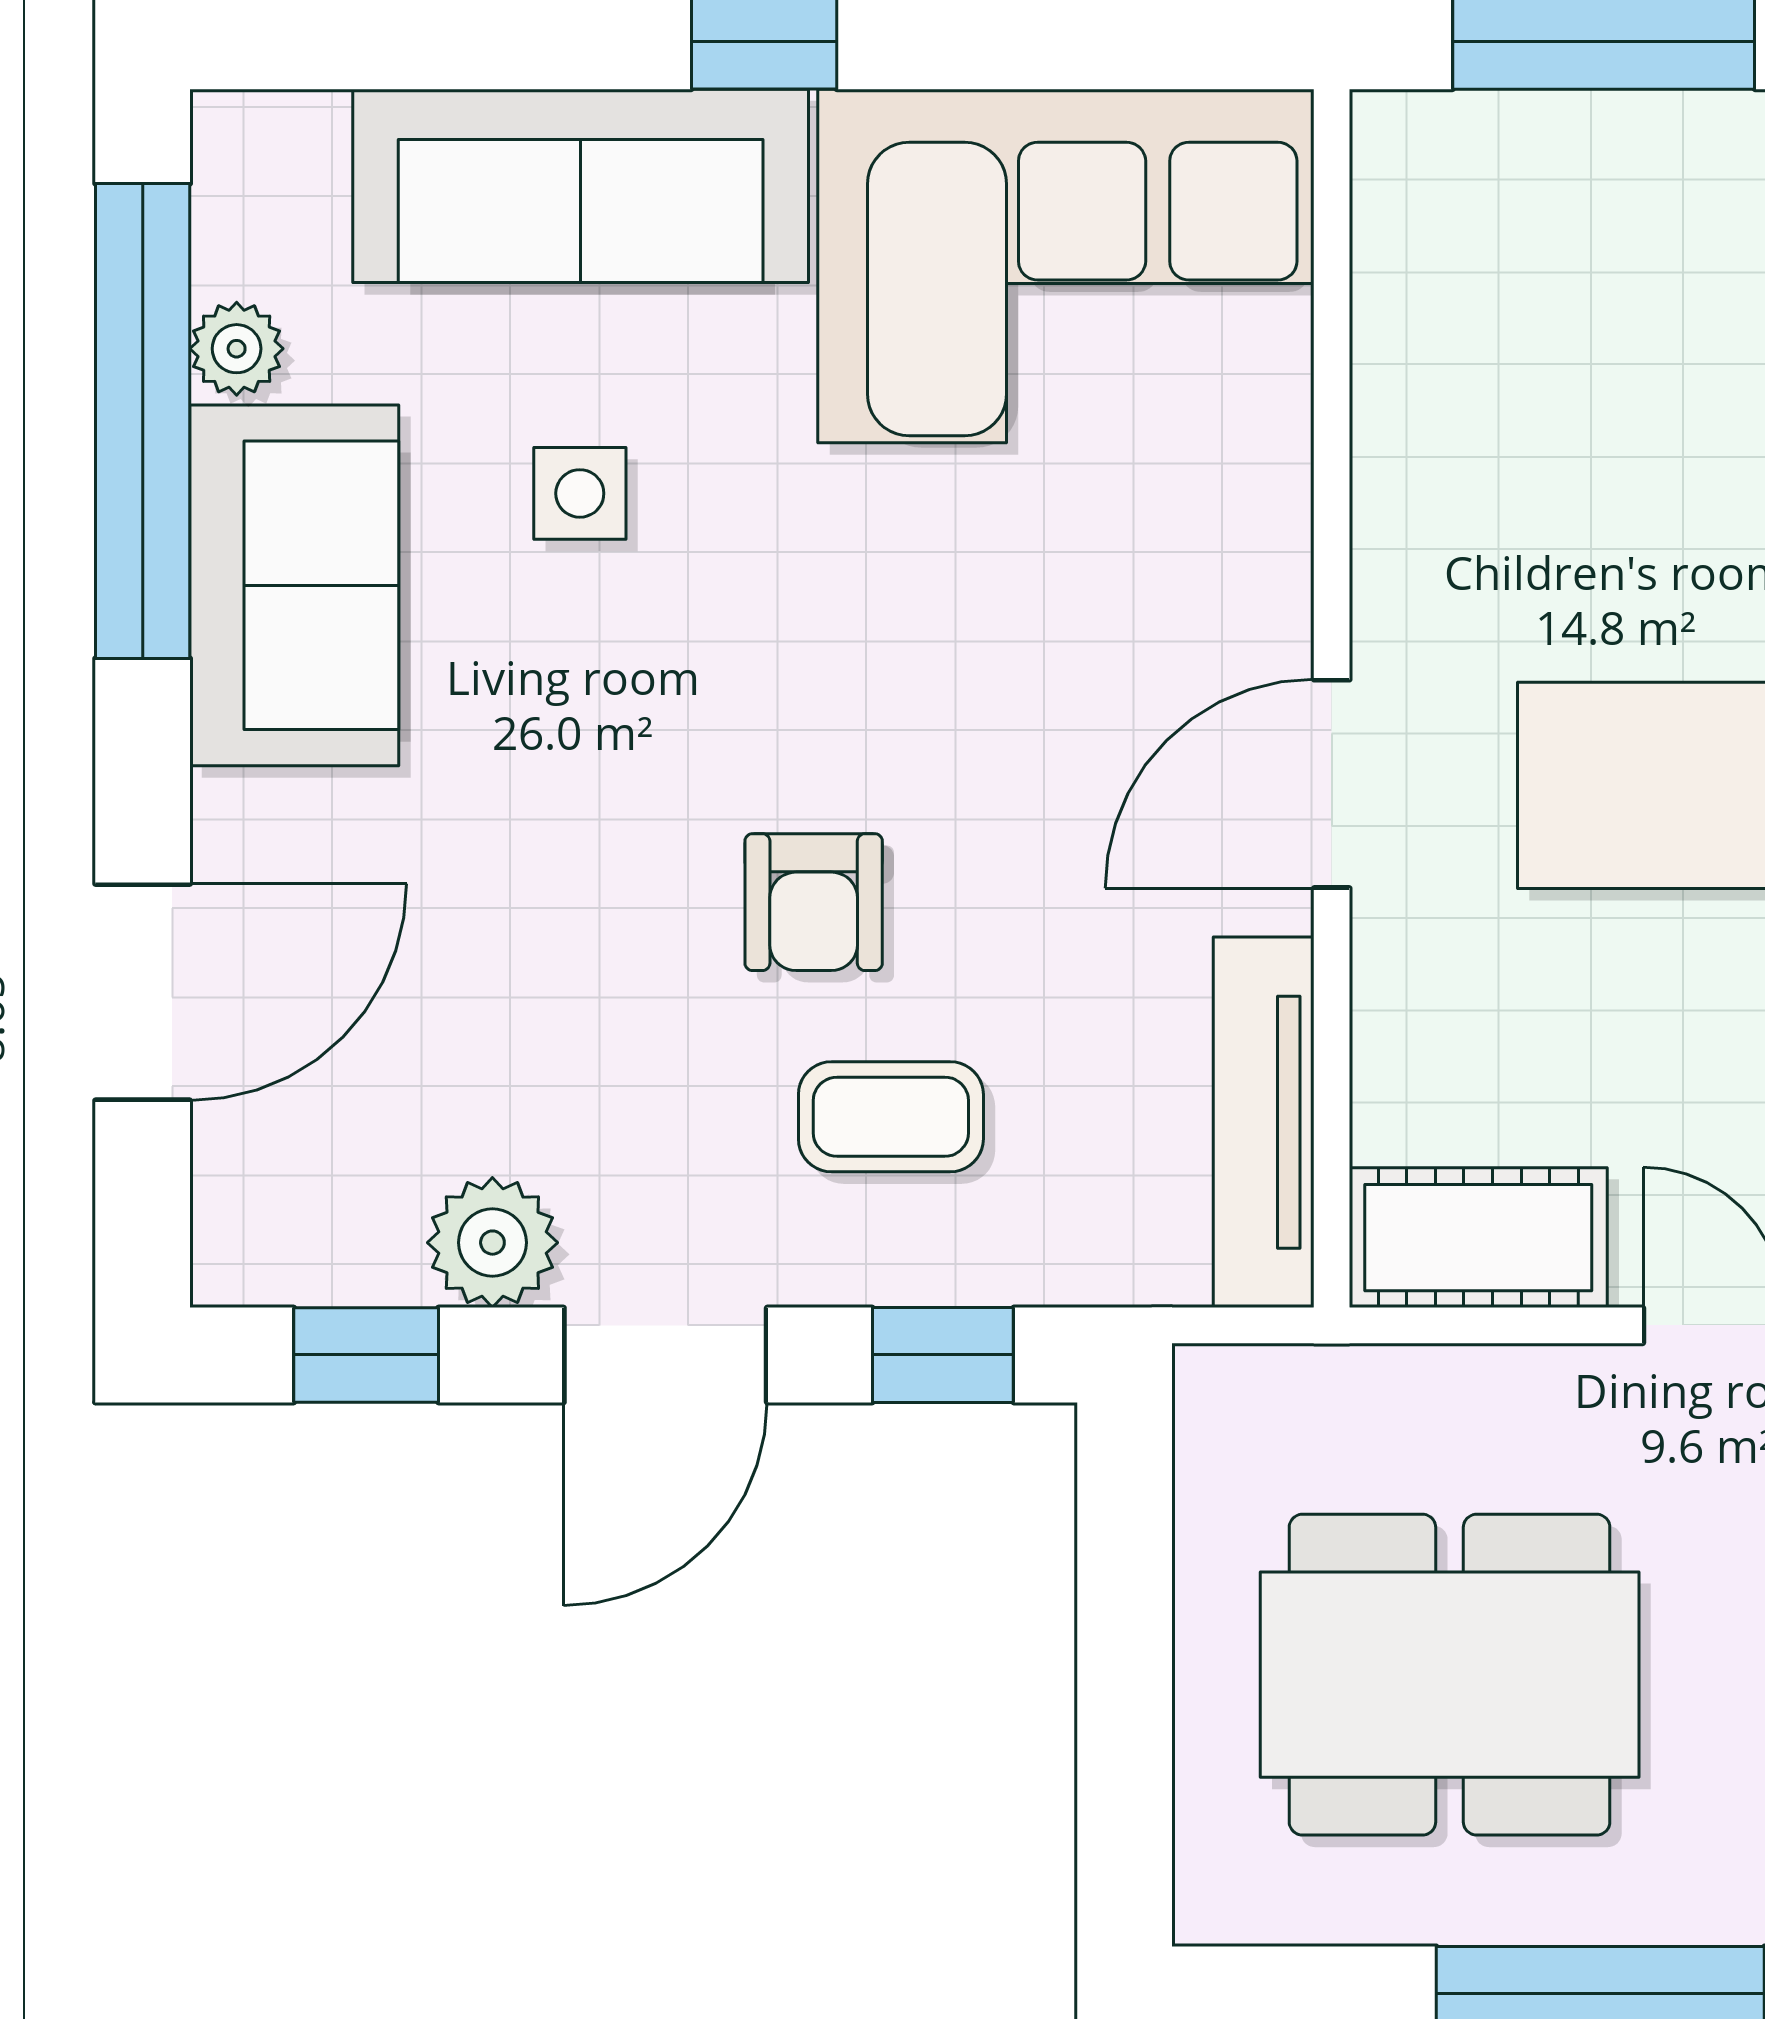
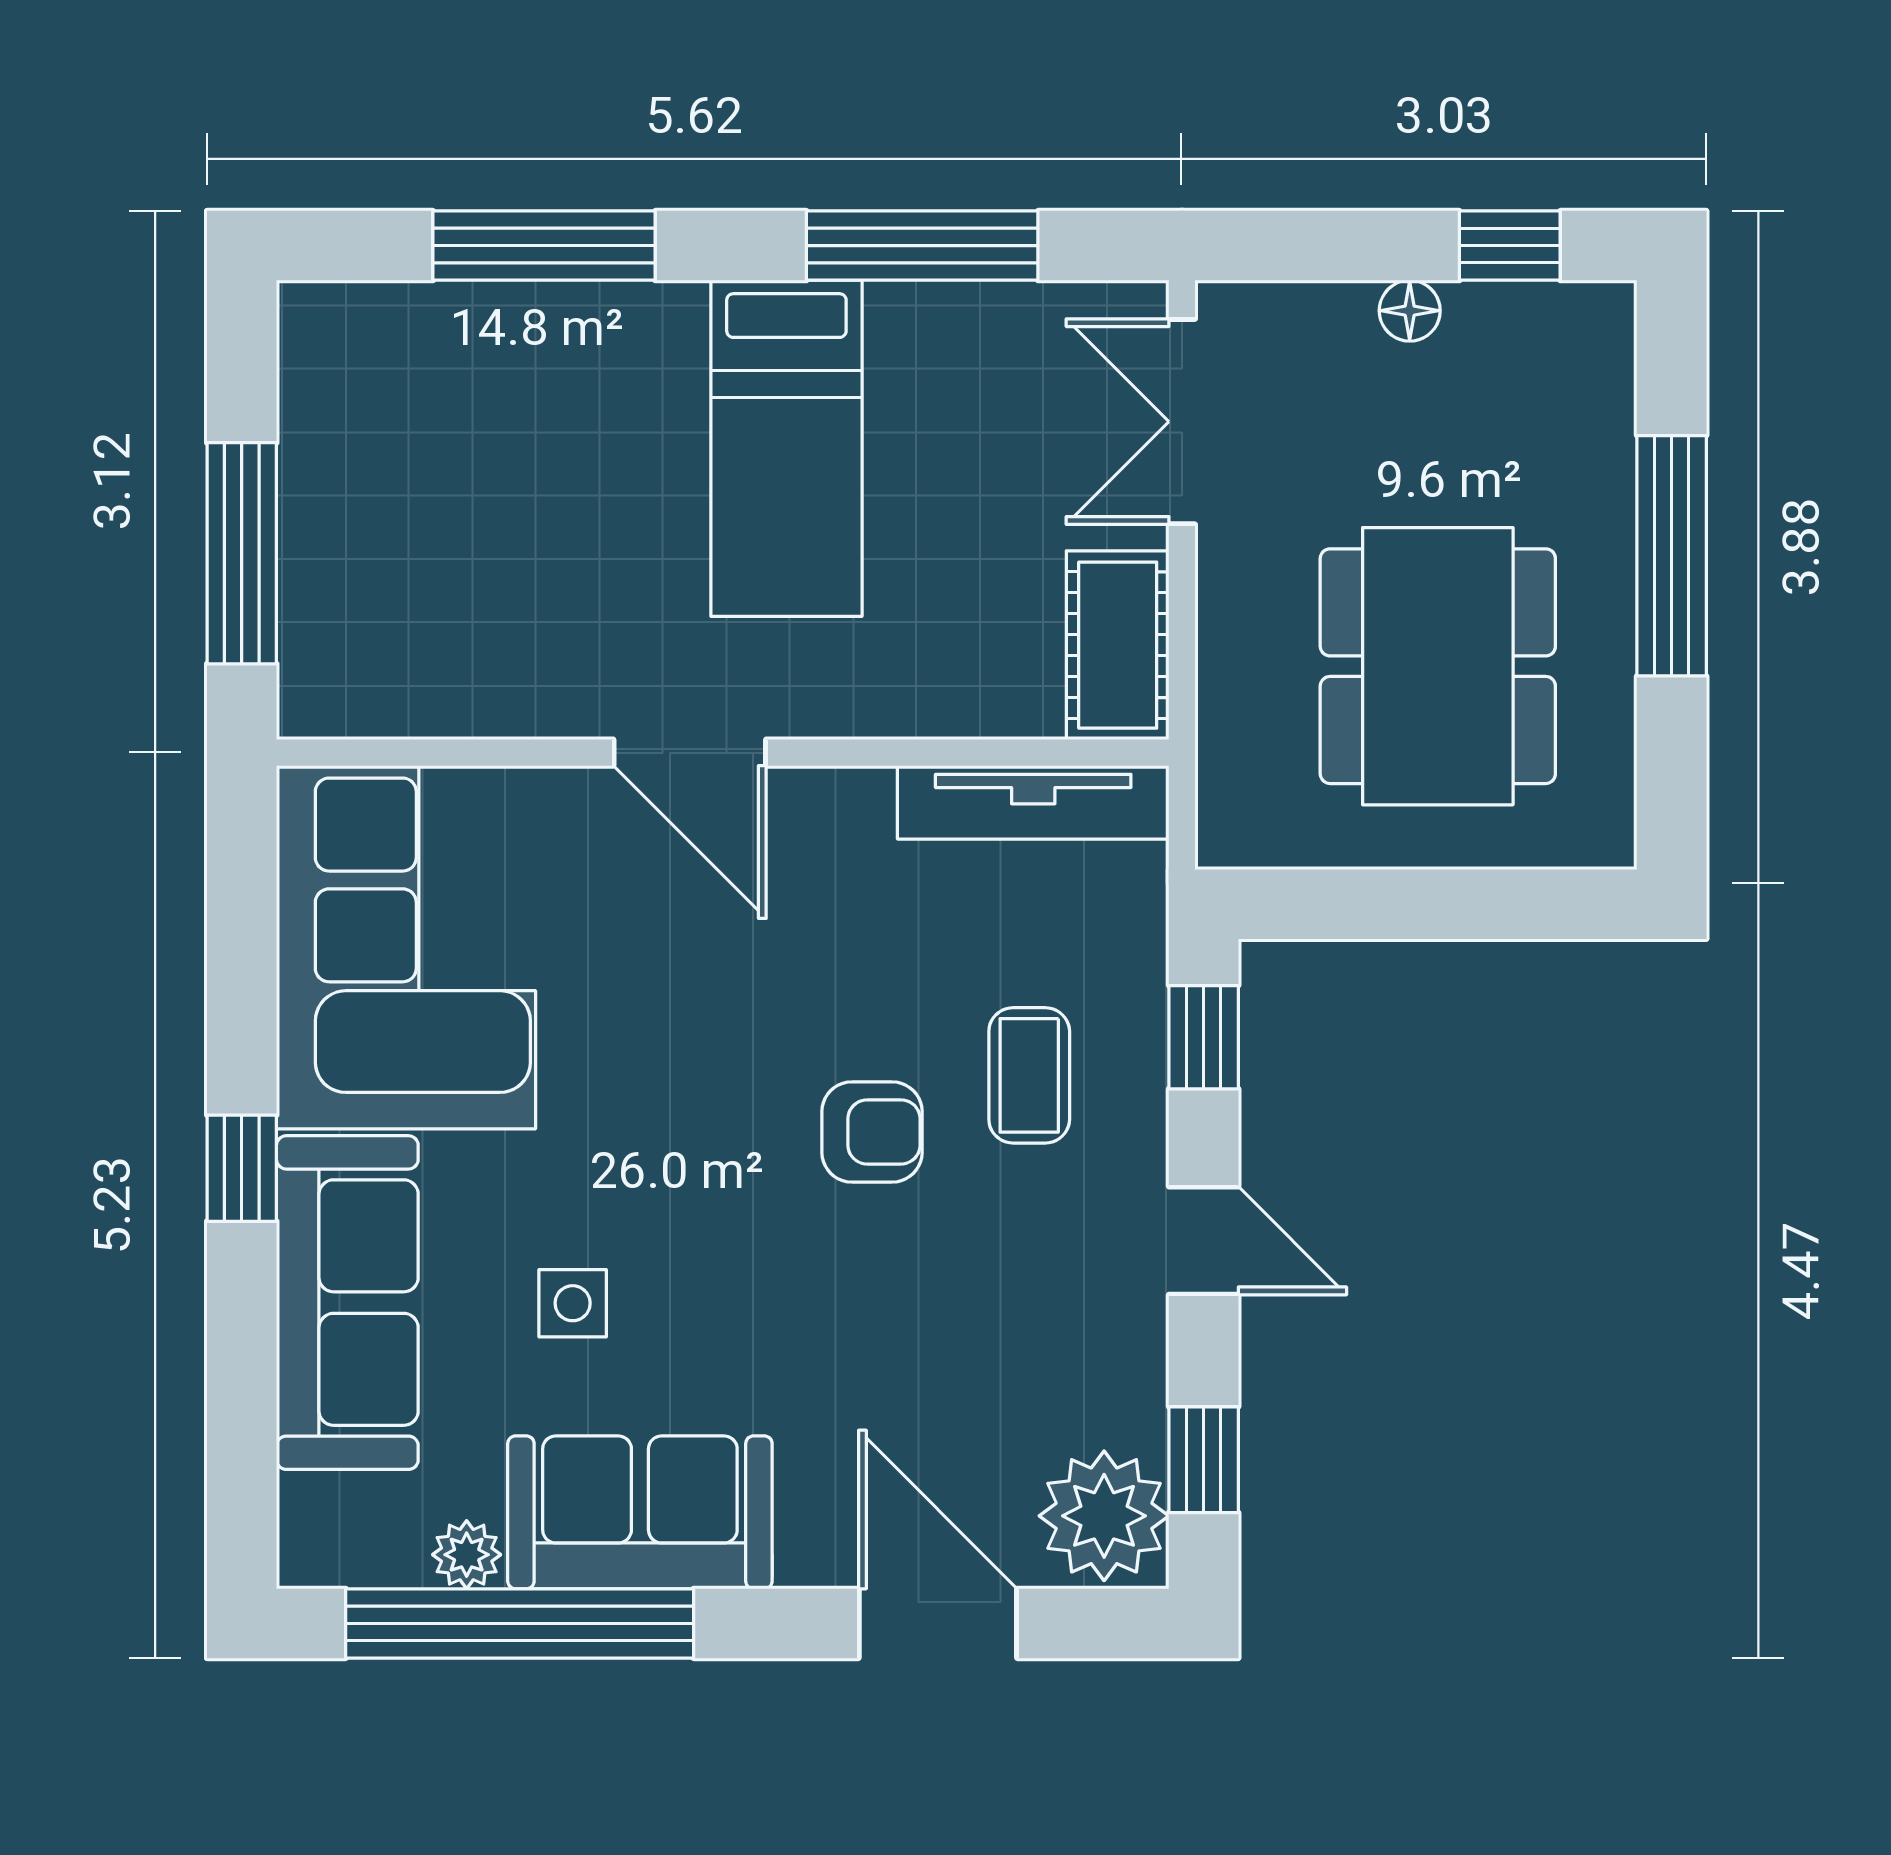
door: (1332, 784) -> (690, 753), moved
plant: (492, 1243) -> (1104, 1516), moved, width x1.36, depth x1.36
door: (665, 1355) -> (1204, 1241), width x0.73

